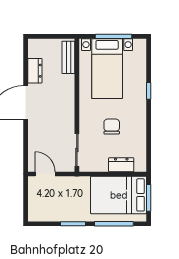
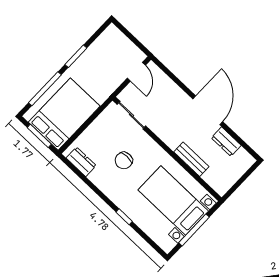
bench: (68, 57) -> (191, 159), moved
chair: (112, 127) -> (124, 160), turned 90
dresser: (121, 165) -> (81, 162), moved, turned -90
door: (45, 174) -> (136, 72), hinge flipped

